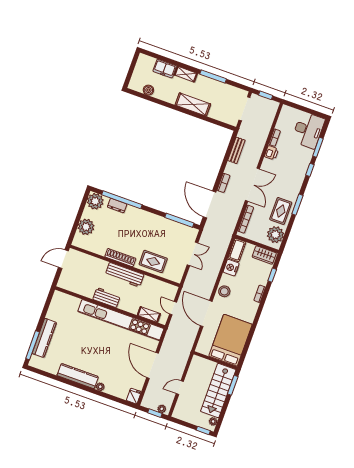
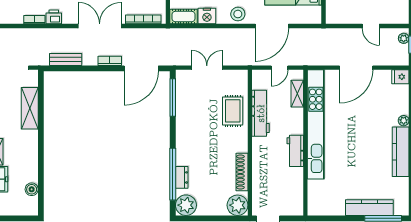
shelving: (193, 104) -> (30, 108), moved
plant: (86, 227) -> (237, 205), moved
shoe rack: (120, 258) -> (242, 172), moved
workbench: (125, 275) -> (261, 113), moved

